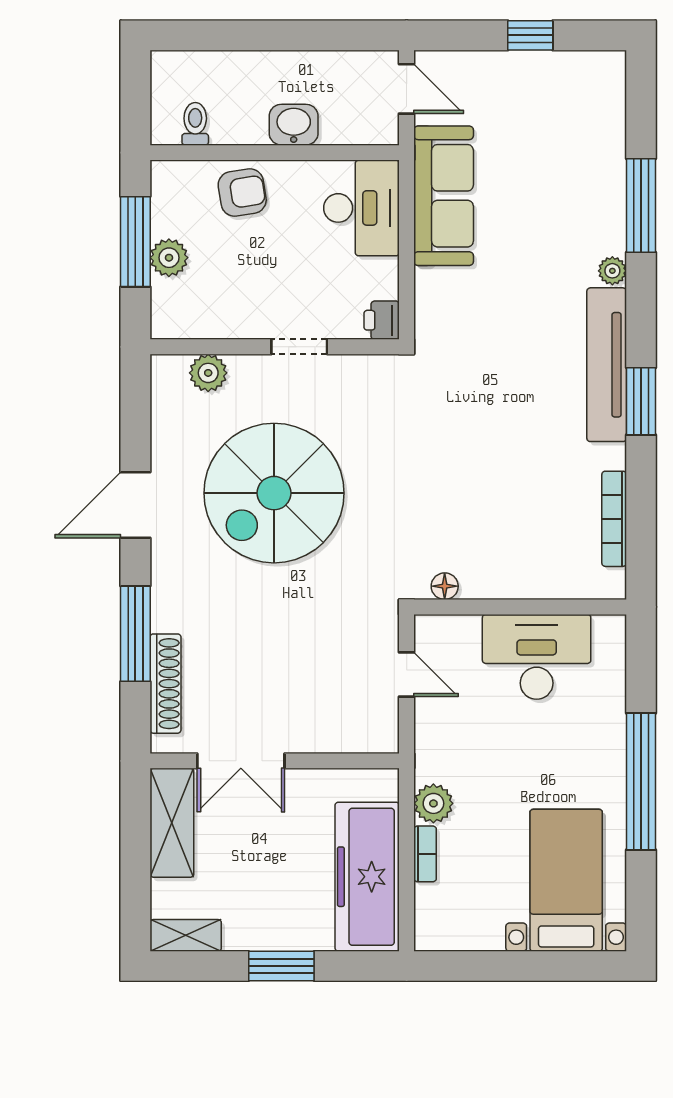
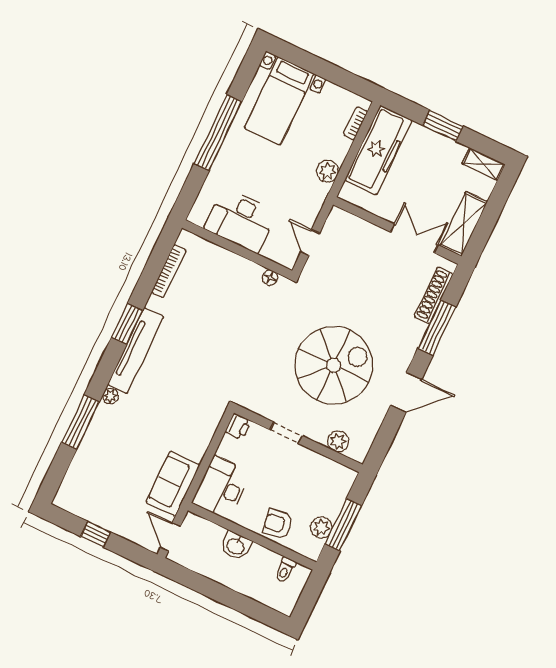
sofa: (444, 196) -> (173, 484), width x0.73
plant: (169, 258) -> (321, 527), moved
bookcase: (425, 854) -> (356, 123), moved

